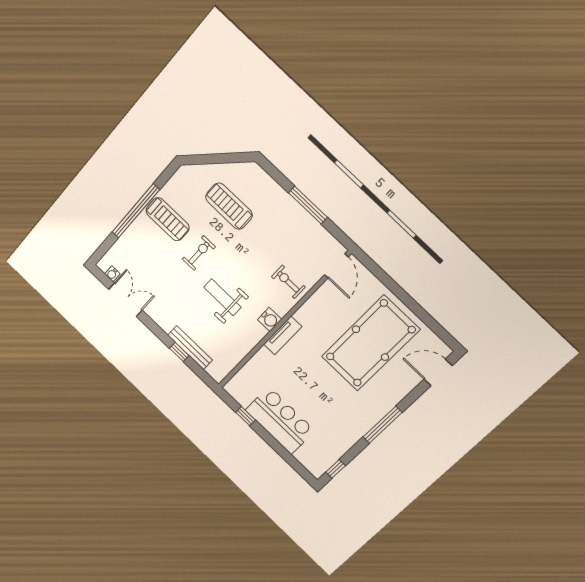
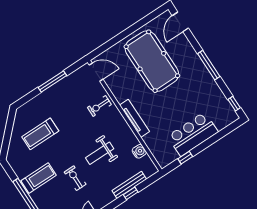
exercise bike: (199, 253) -> (75, 178), moved
water cooler: (270, 319) -> (139, 151), moved
tv unit: (283, 335) -> (134, 118), width x1.41

